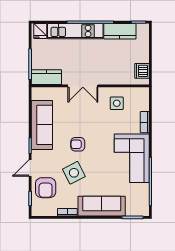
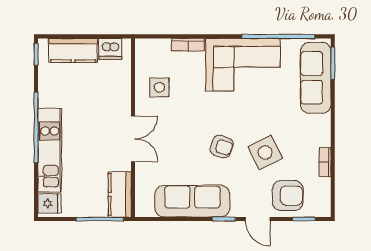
kitchen counter: (120, 31) -> (73, 50), moved, turned 90
armchair: (78, 144) -> (222, 147), turned -71
sofa: (102, 206) -> (316, 78), moved

